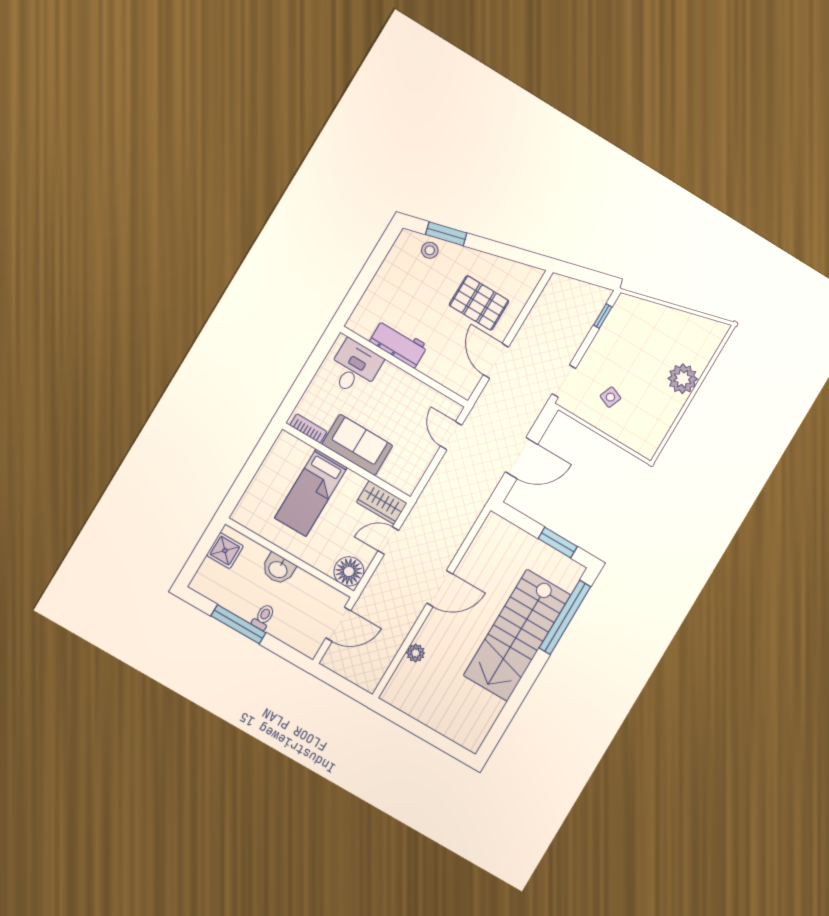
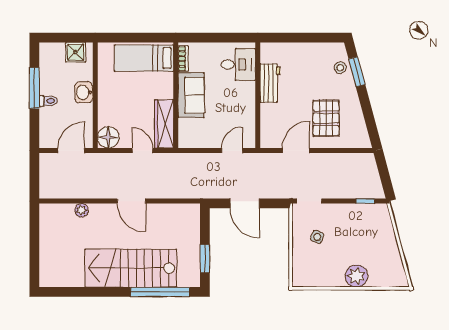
bed: (311, 493) -> (144, 58), moved
wardrobe: (382, 503) -> (164, 124), width x1.50
door: (338, 624) -> (71, 151), swing flipped

